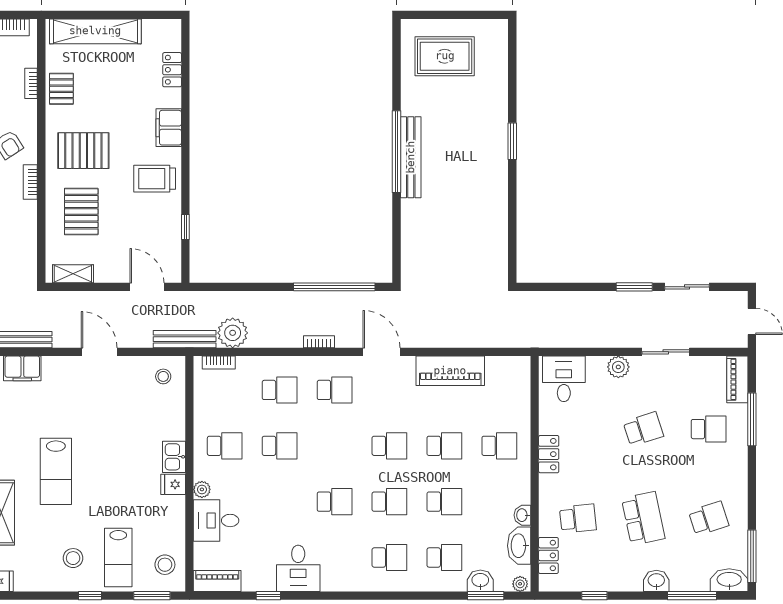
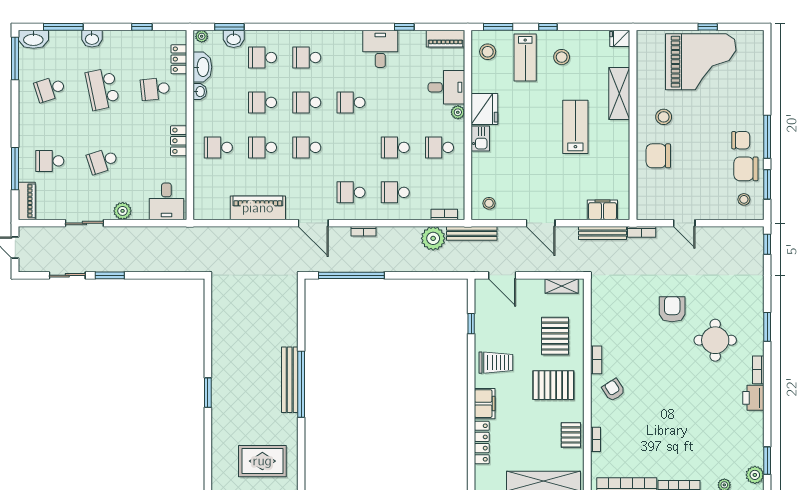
locker: (172, 70) -> (482, 443), width x1.53
fridge: (173, 484) -> (484, 109), width x1.88, depth x1.34
lab bench: (118, 557) -> (525, 58), turned 180

